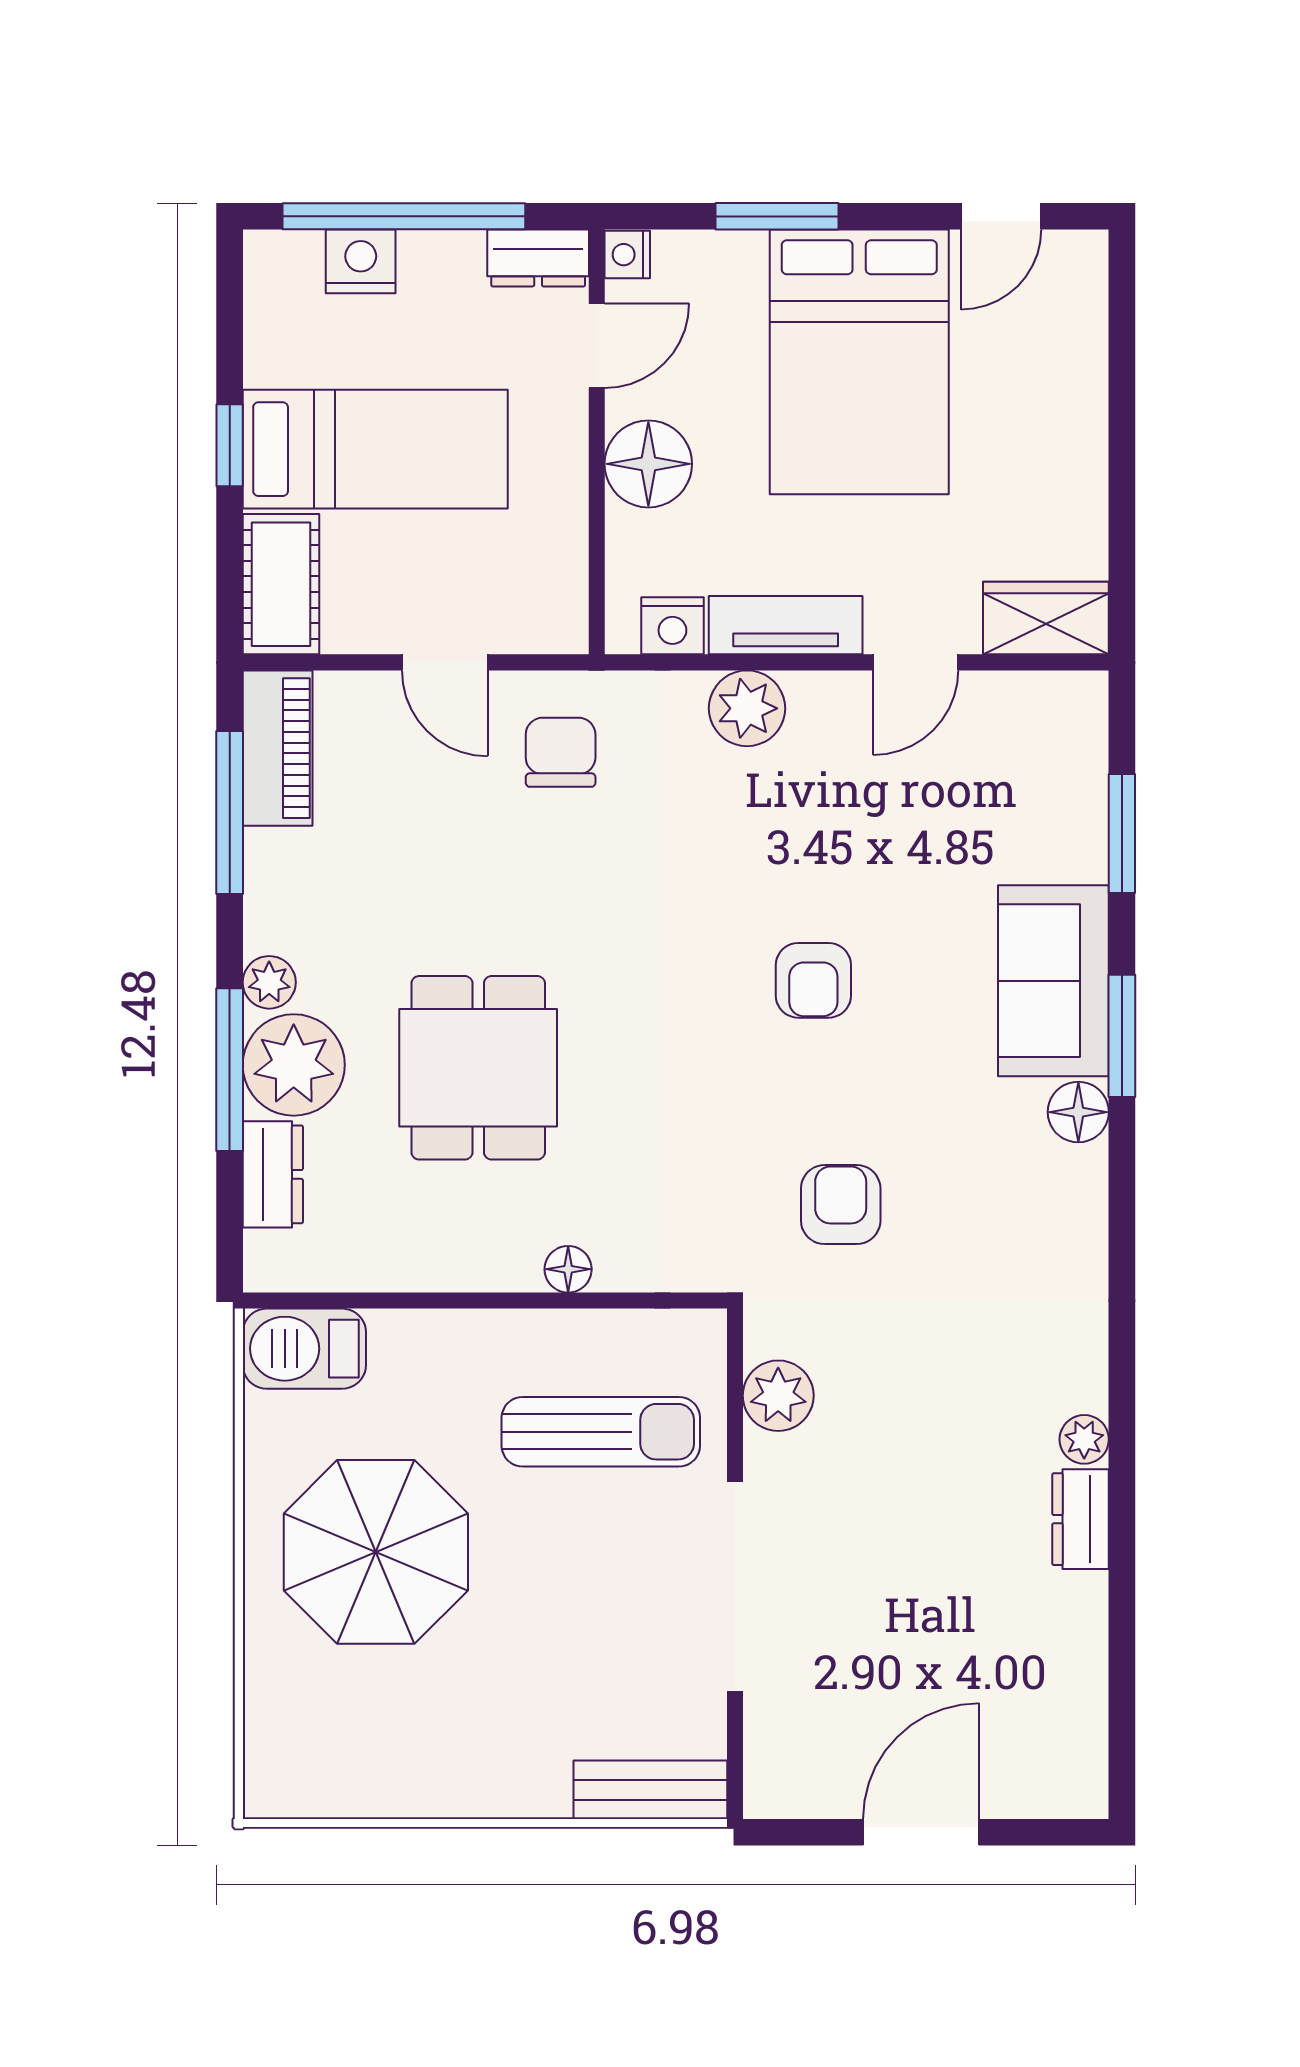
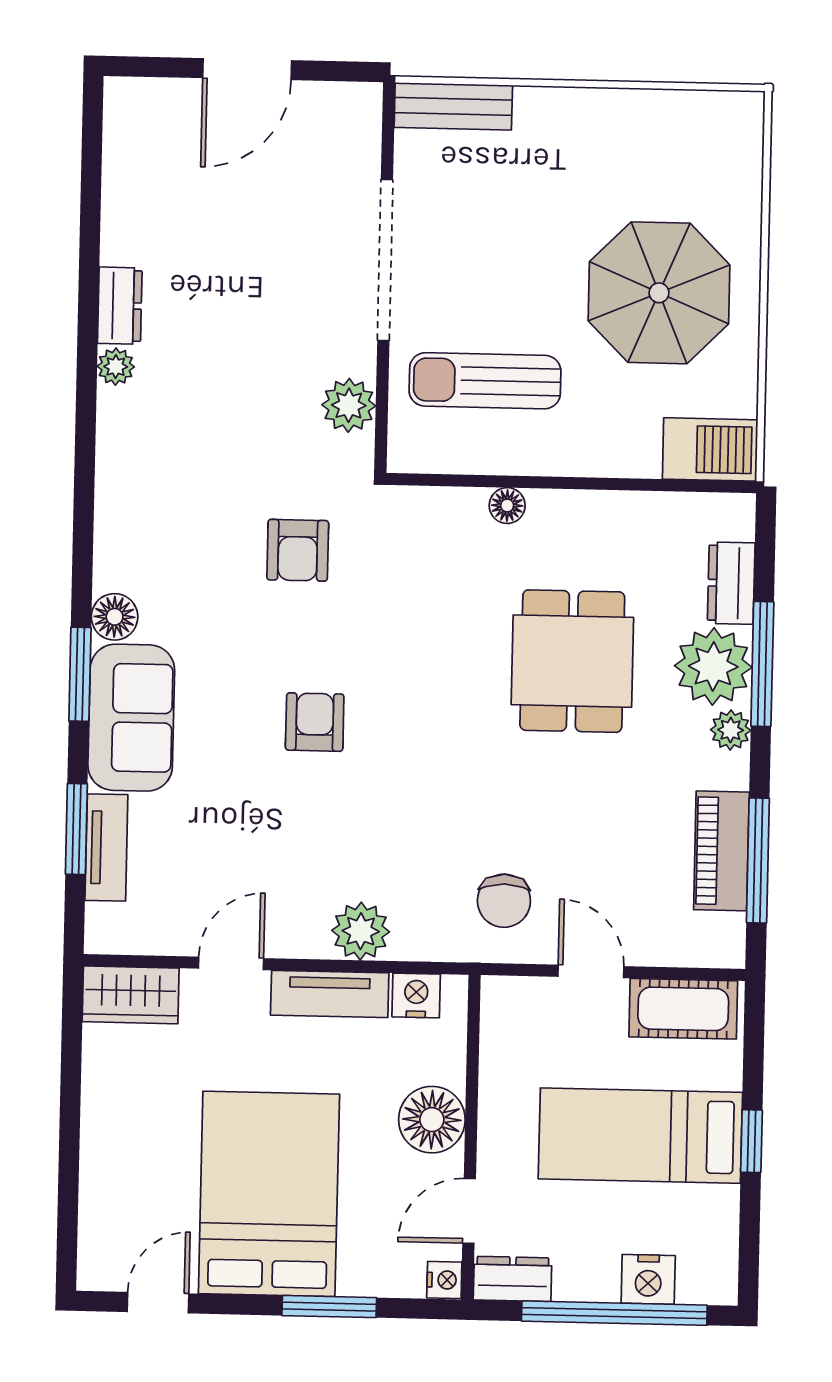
cot: (281, 584) -> (683, 1009), moved, turned 90
piano: (278, 748) -> (721, 851), moved
tv unit: (1082, 810) -> (106, 848), added

